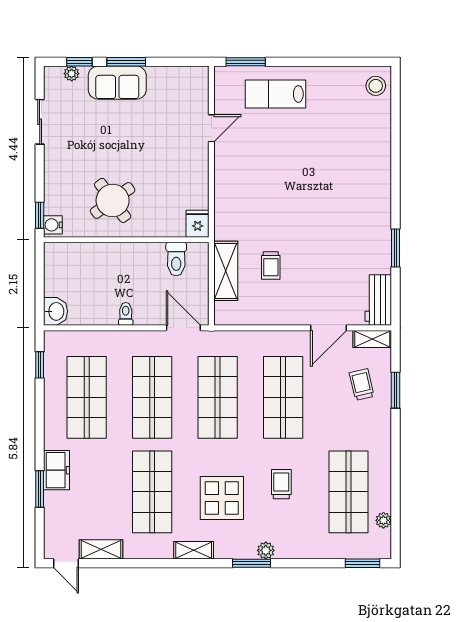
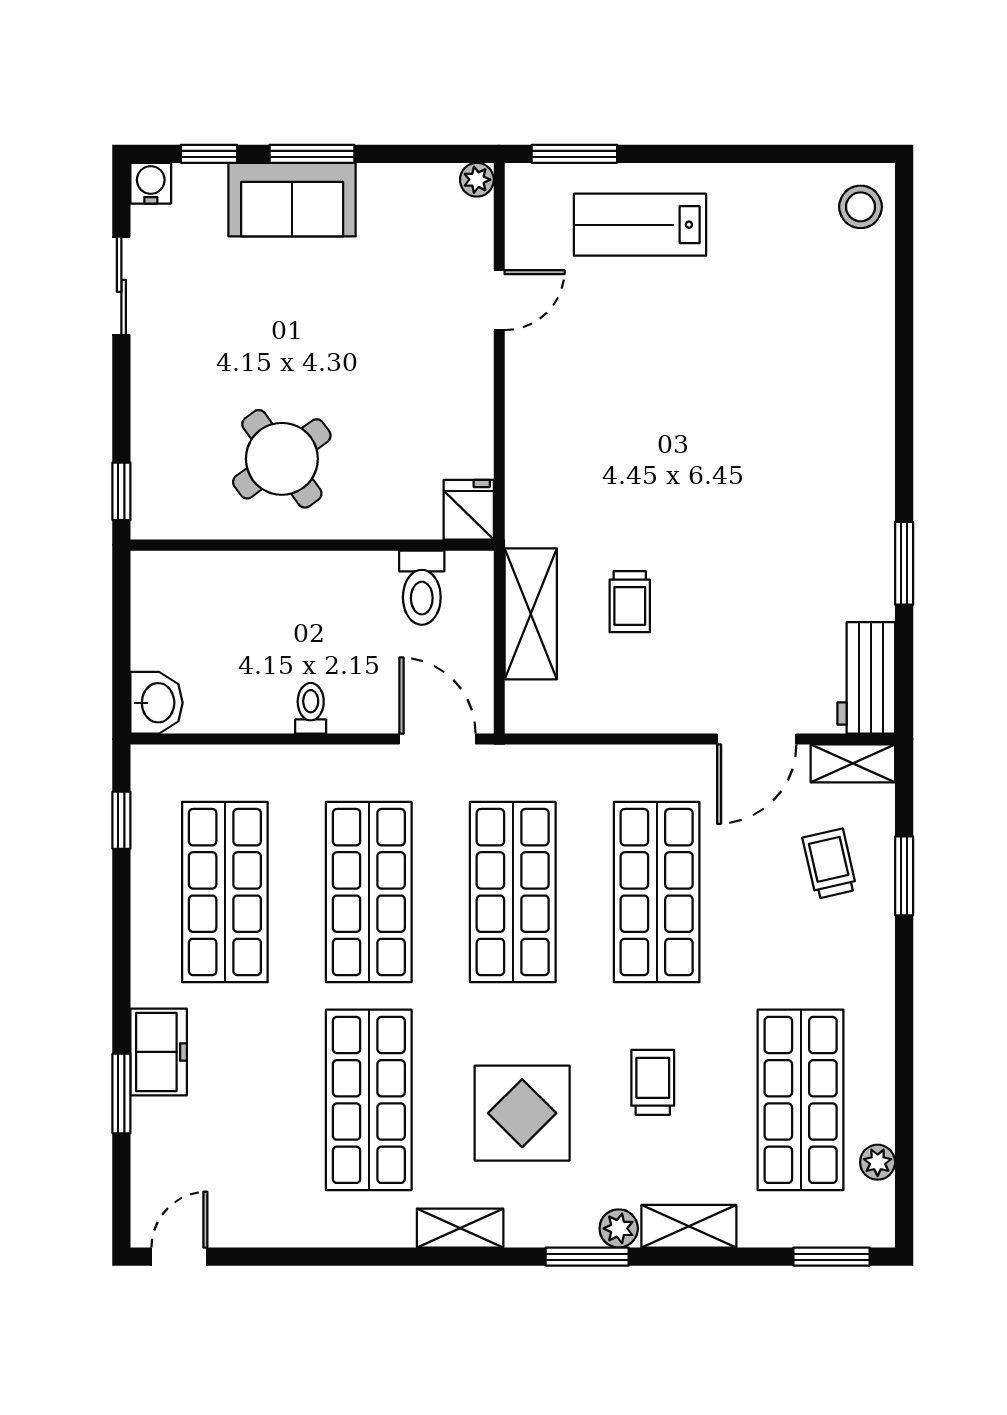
plant: (72, 74) -> (477, 180), moved
water cooler: (53, 225) -> (151, 183), moved, turned 90
shelving: (101, 549) -> (689, 1226), moved
door: (66, 563) -> (179, 1257), swing flipped

